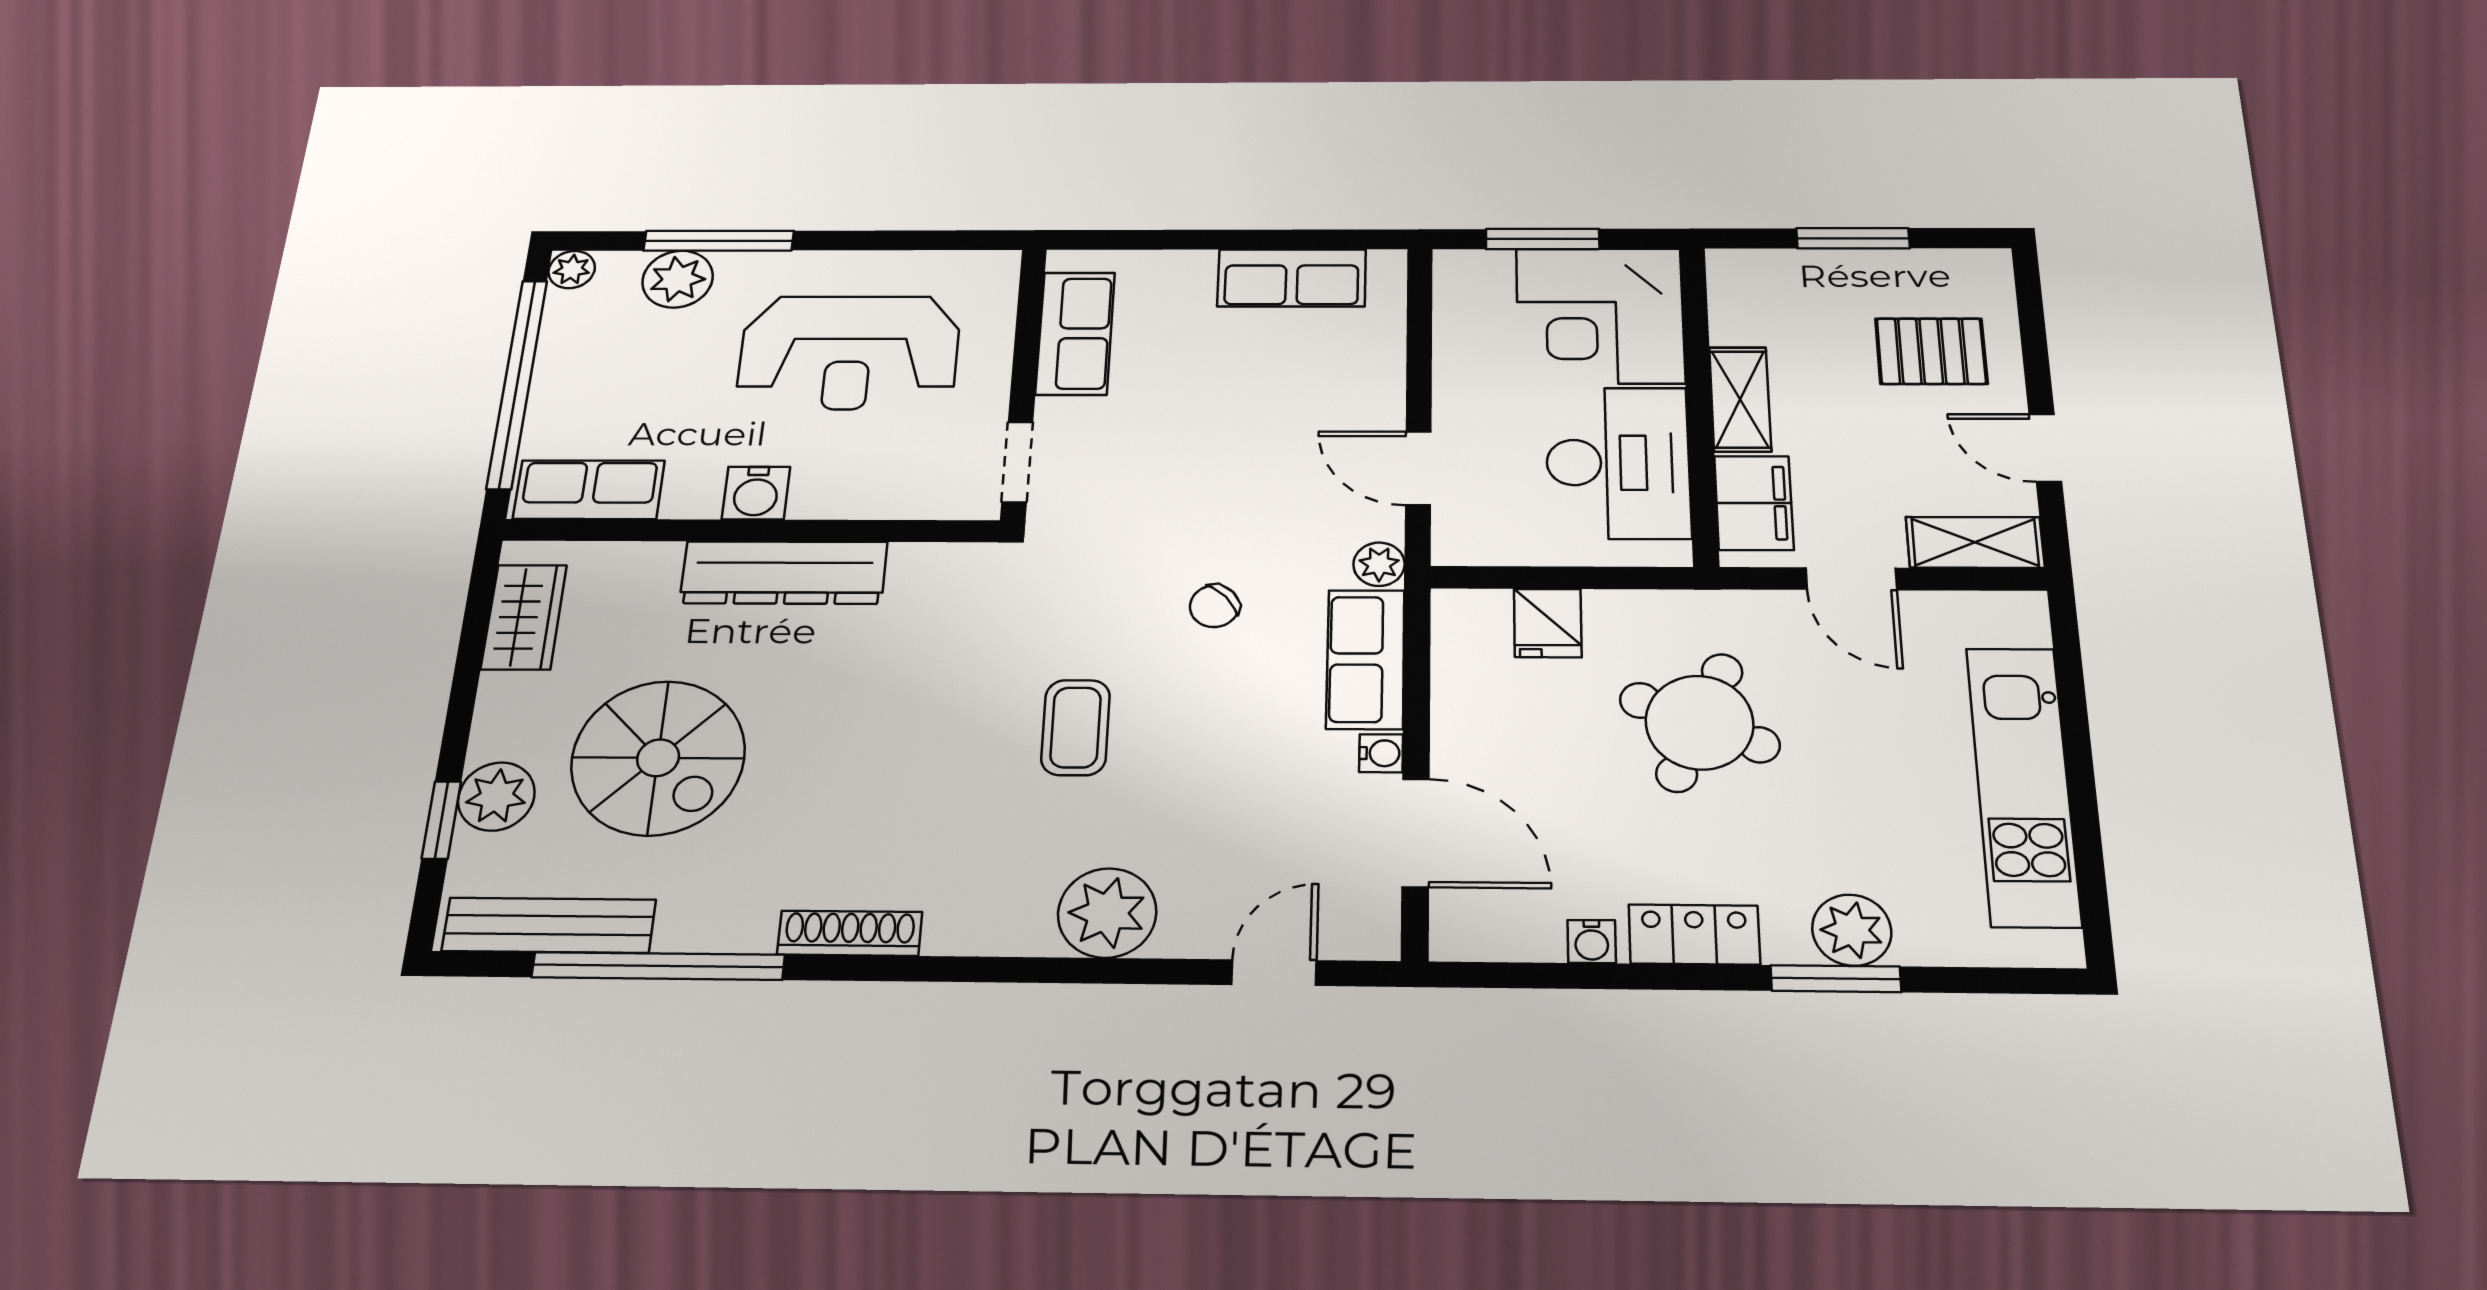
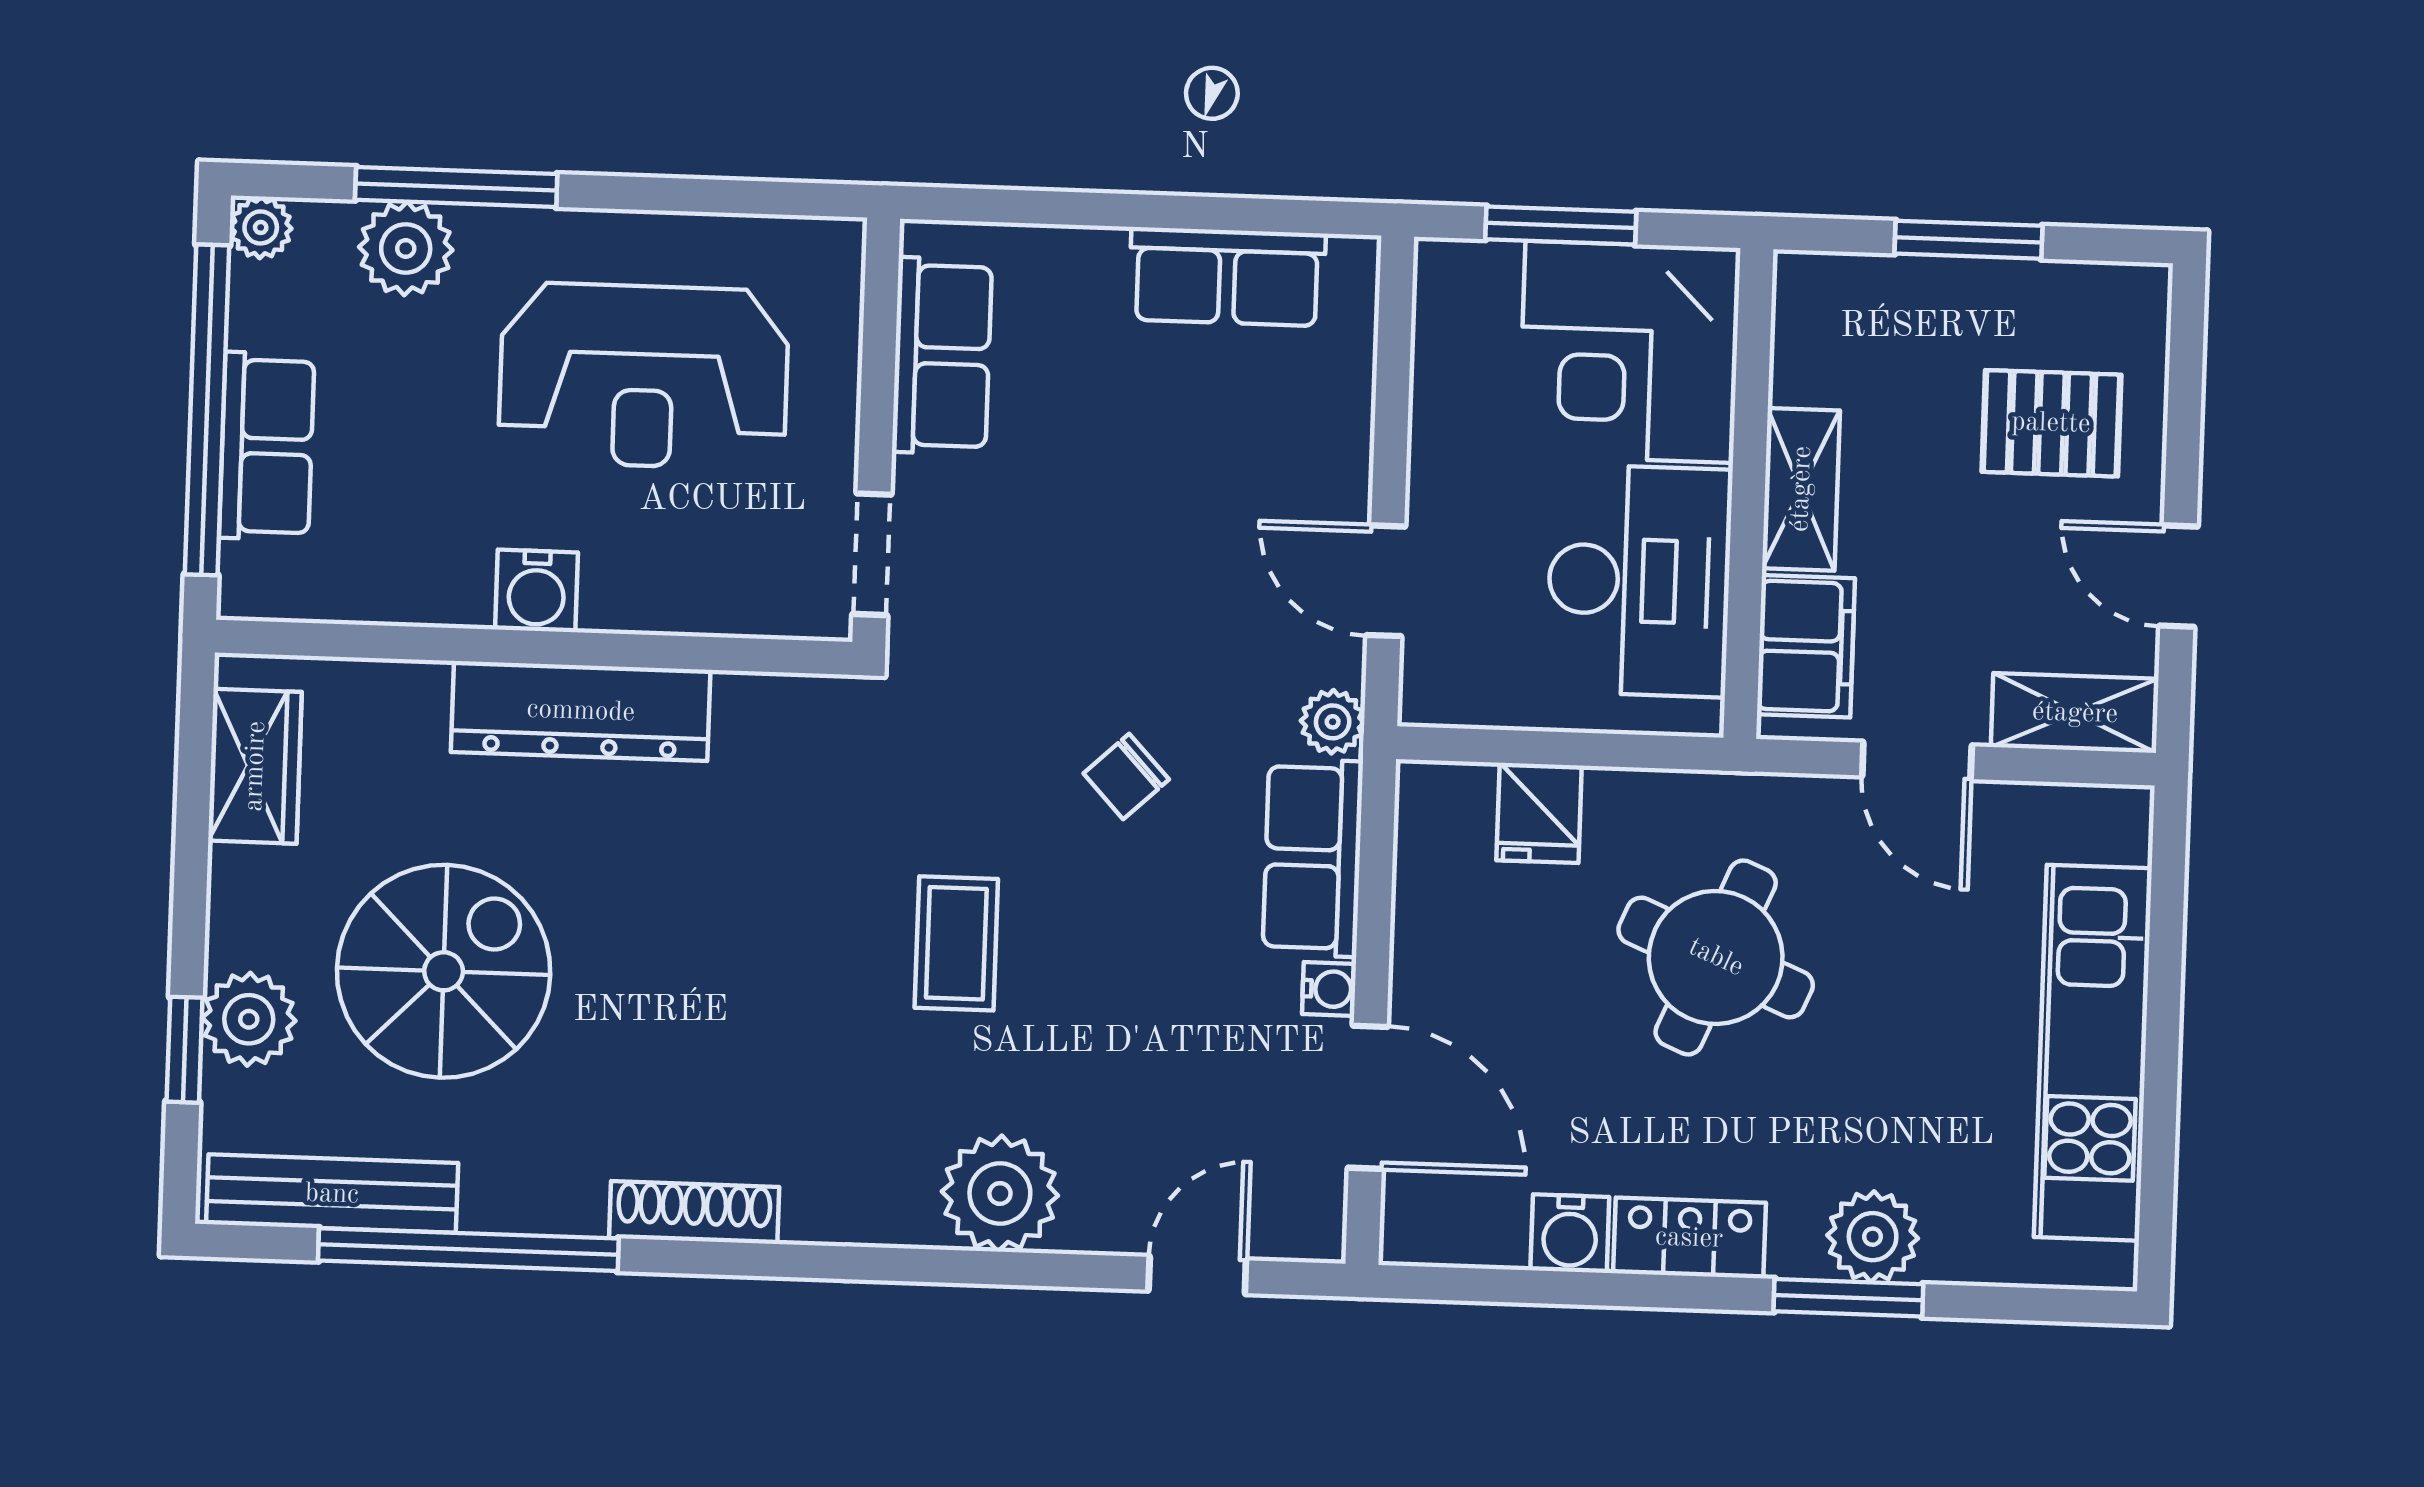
row of seats: (589, 490) -> (267, 446), moved, turned 90
spiral stairs: (658, 758) -> (444, 971), turned -90
water cooler: (1592, 941) -> (1570, 1234), width x1.38, depth x1.38

